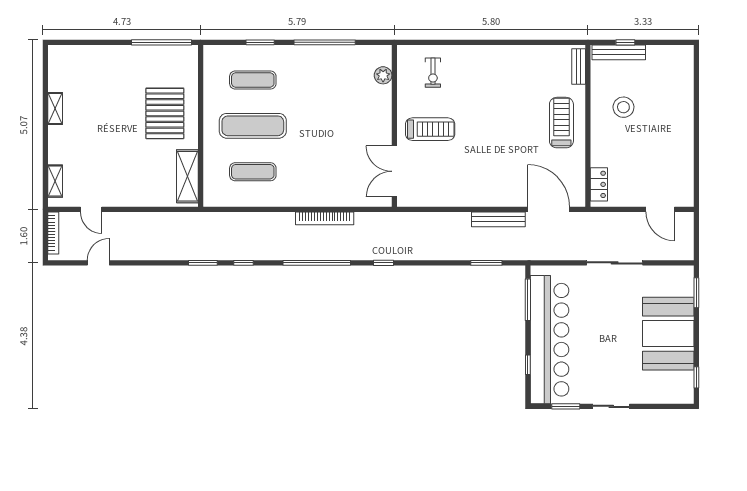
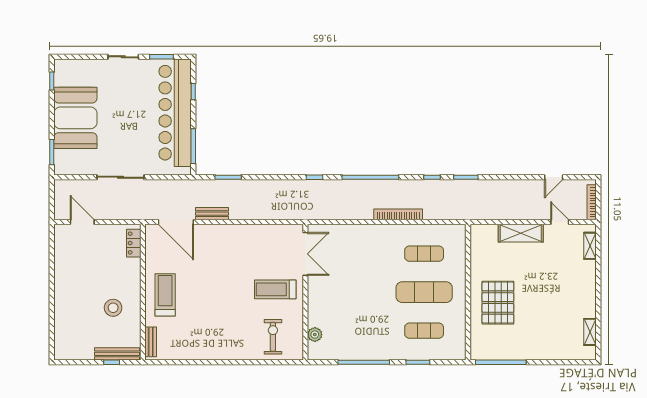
exercise bike: (433, 73) -> (273, 337), width x1.38, depth x1.39
shelving: (55, 109) -> (590, 332), moved
treadmill: (561, 123) -> (165, 295), turned 180
shelving: (187, 176) -> (521, 233), moved, turned 90
bookcase: (325, 218) -> (398, 214), moved
bench: (498, 219) -> (212, 214), width x0.73

